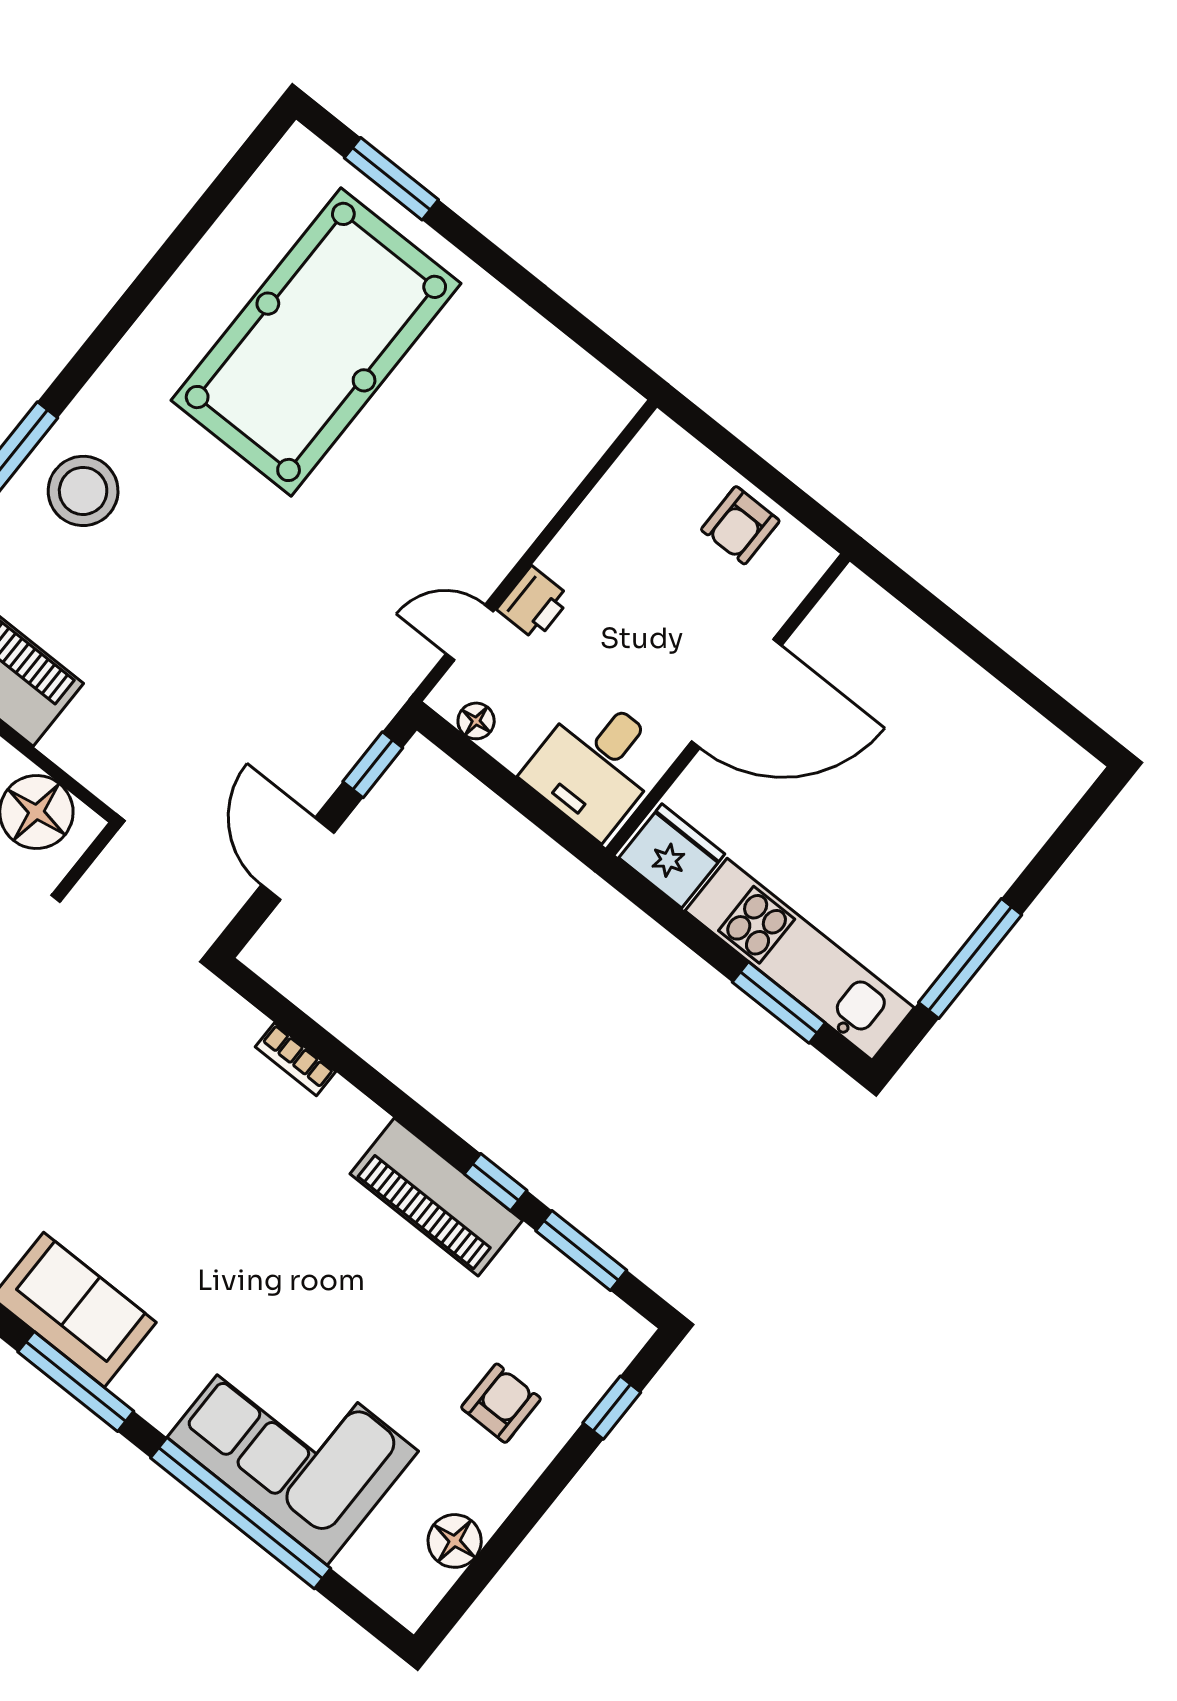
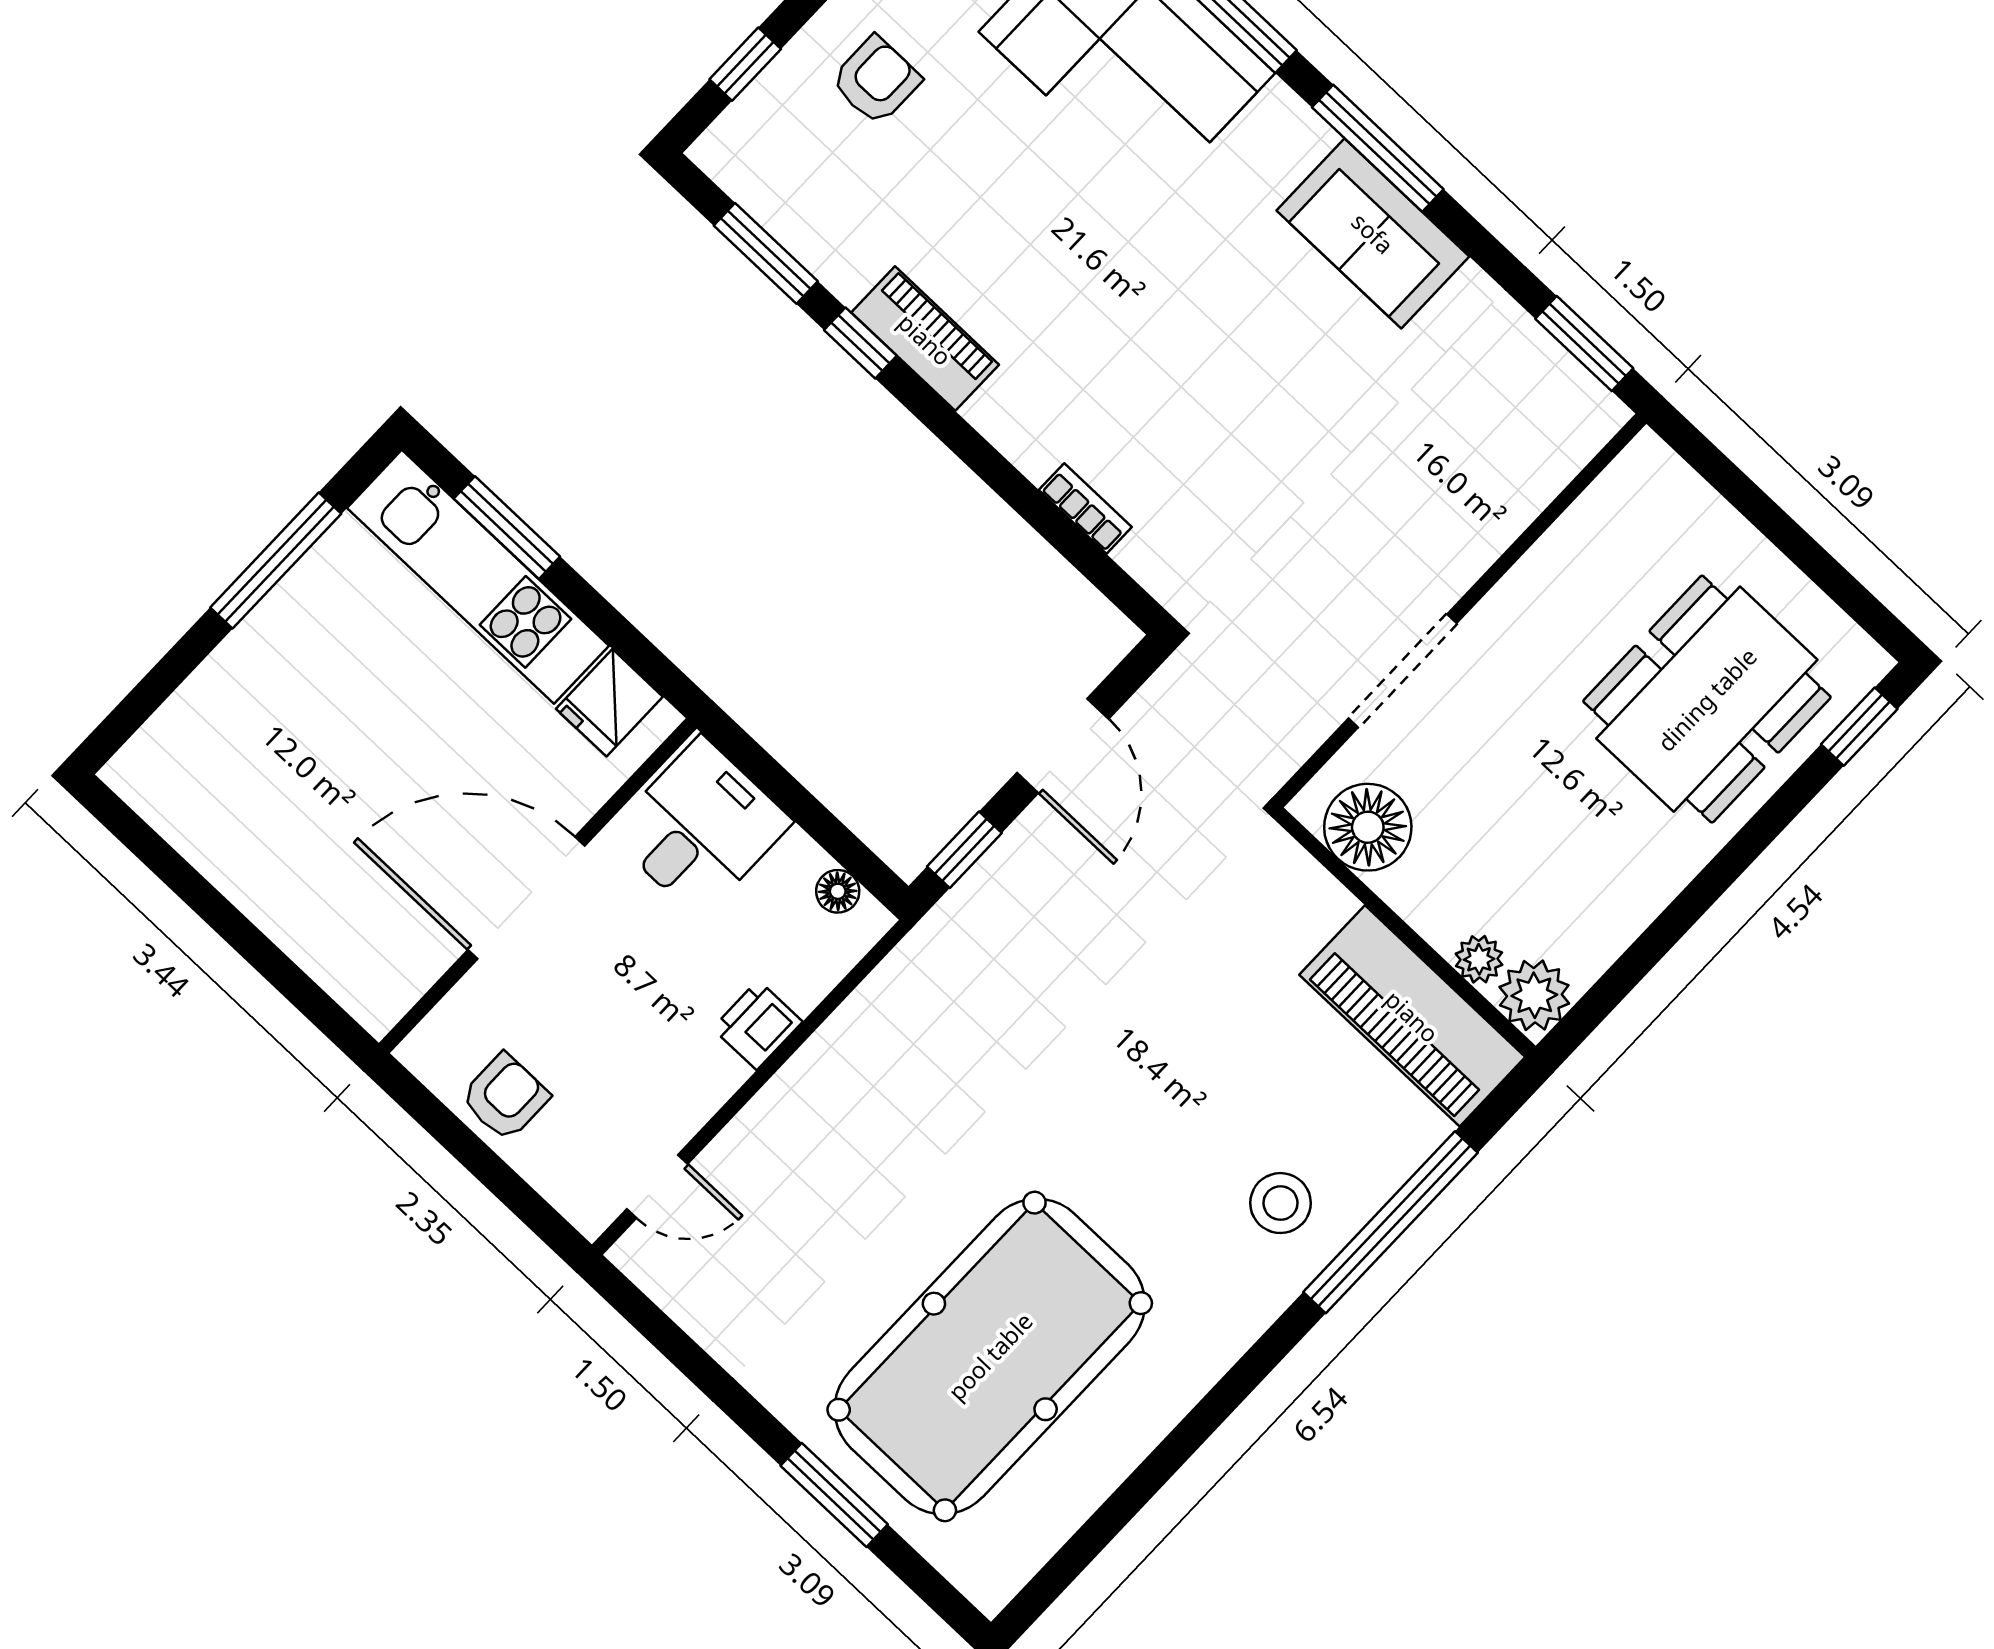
window: (391, 179) -> (834, 1495), moved
stool: (83, 491) -> (1280, 1203), width x0.73, depth x0.73
door: (470, 633) -> (657, 1186), moved
fridge: (672, 856) -> (609, 703), width x0.72
piano: (436, 1197) -> (925, 339), width x0.73, depth x0.75
armchair: (501, 1403) -> (876, 80), turned 180

